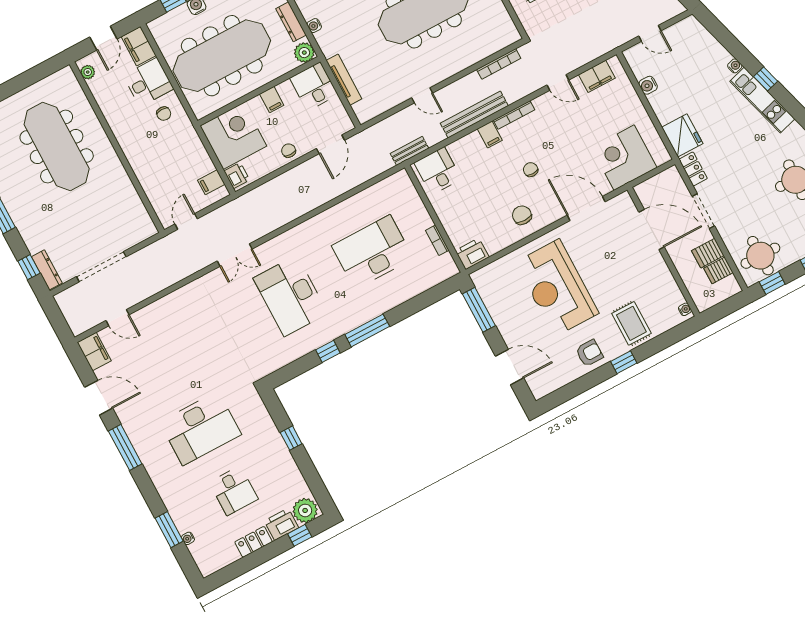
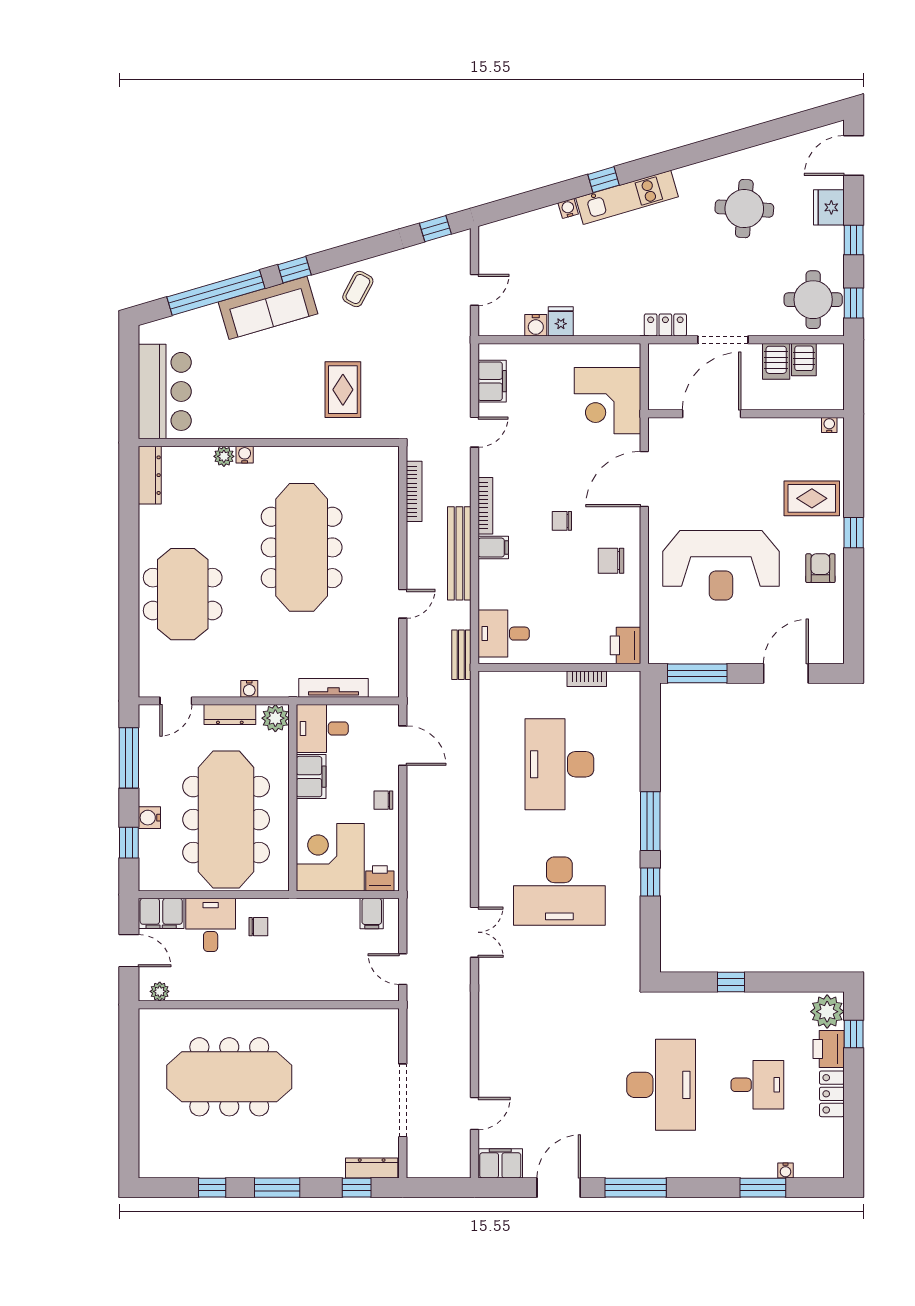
filing cabinet: (272, 100) -> (311, 777), width x2.00
fridge: (682, 135) -> (561, 321), moved, width x0.53, depth x0.75

